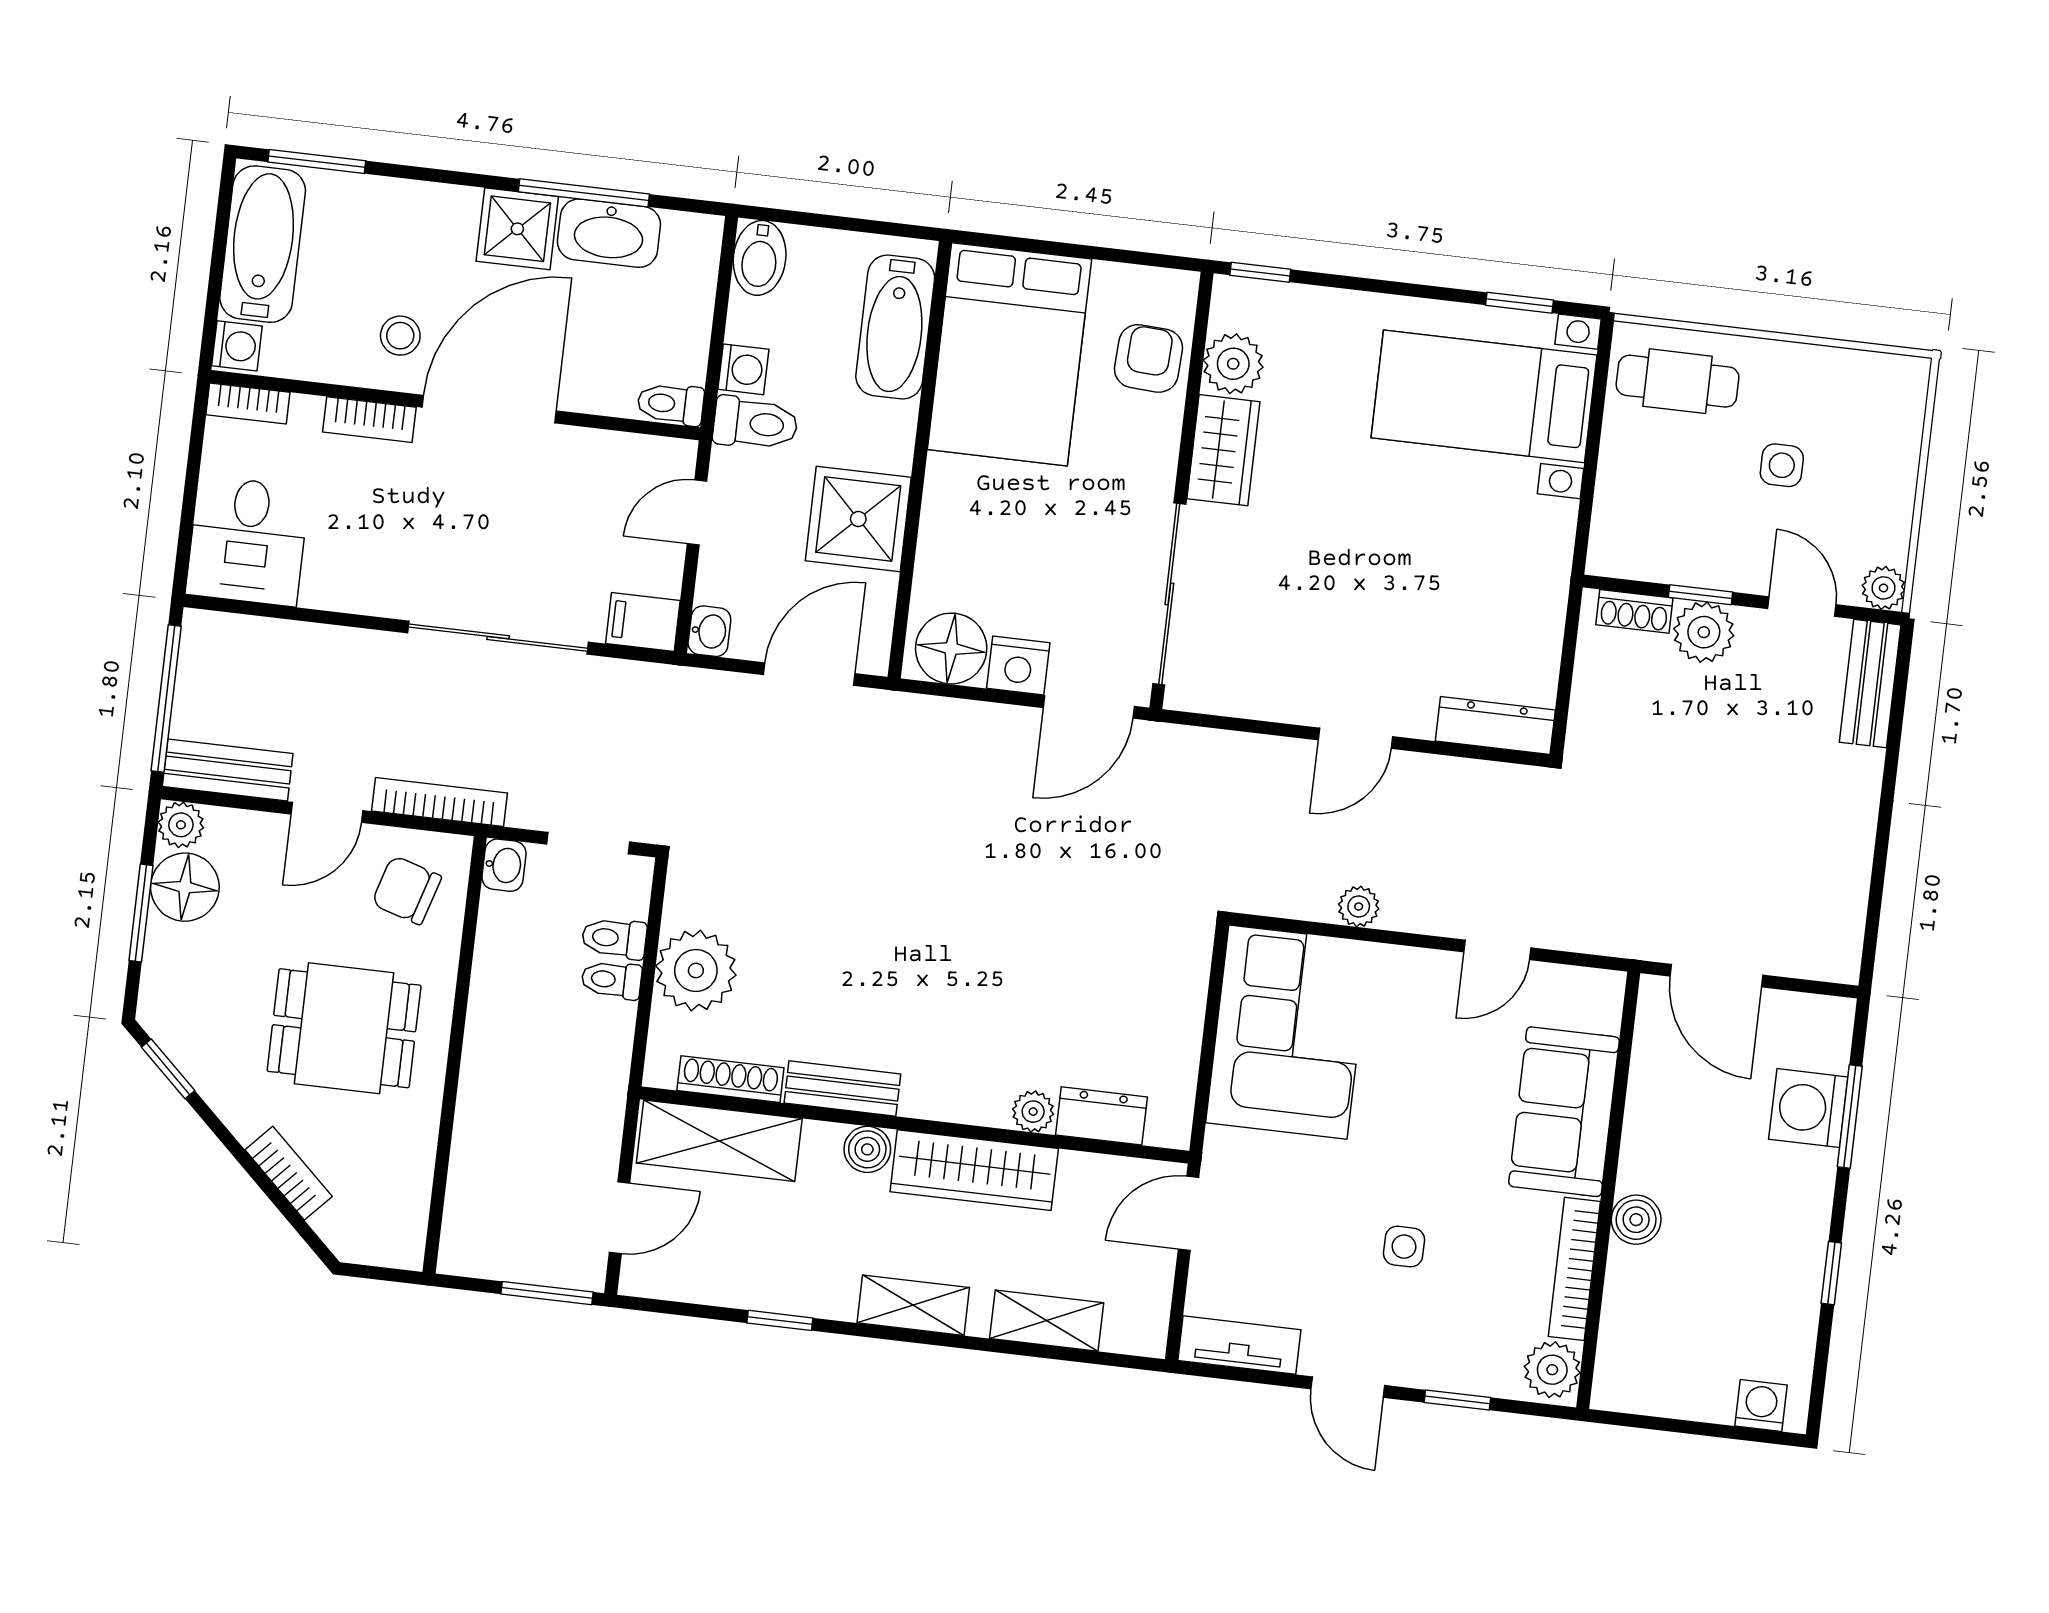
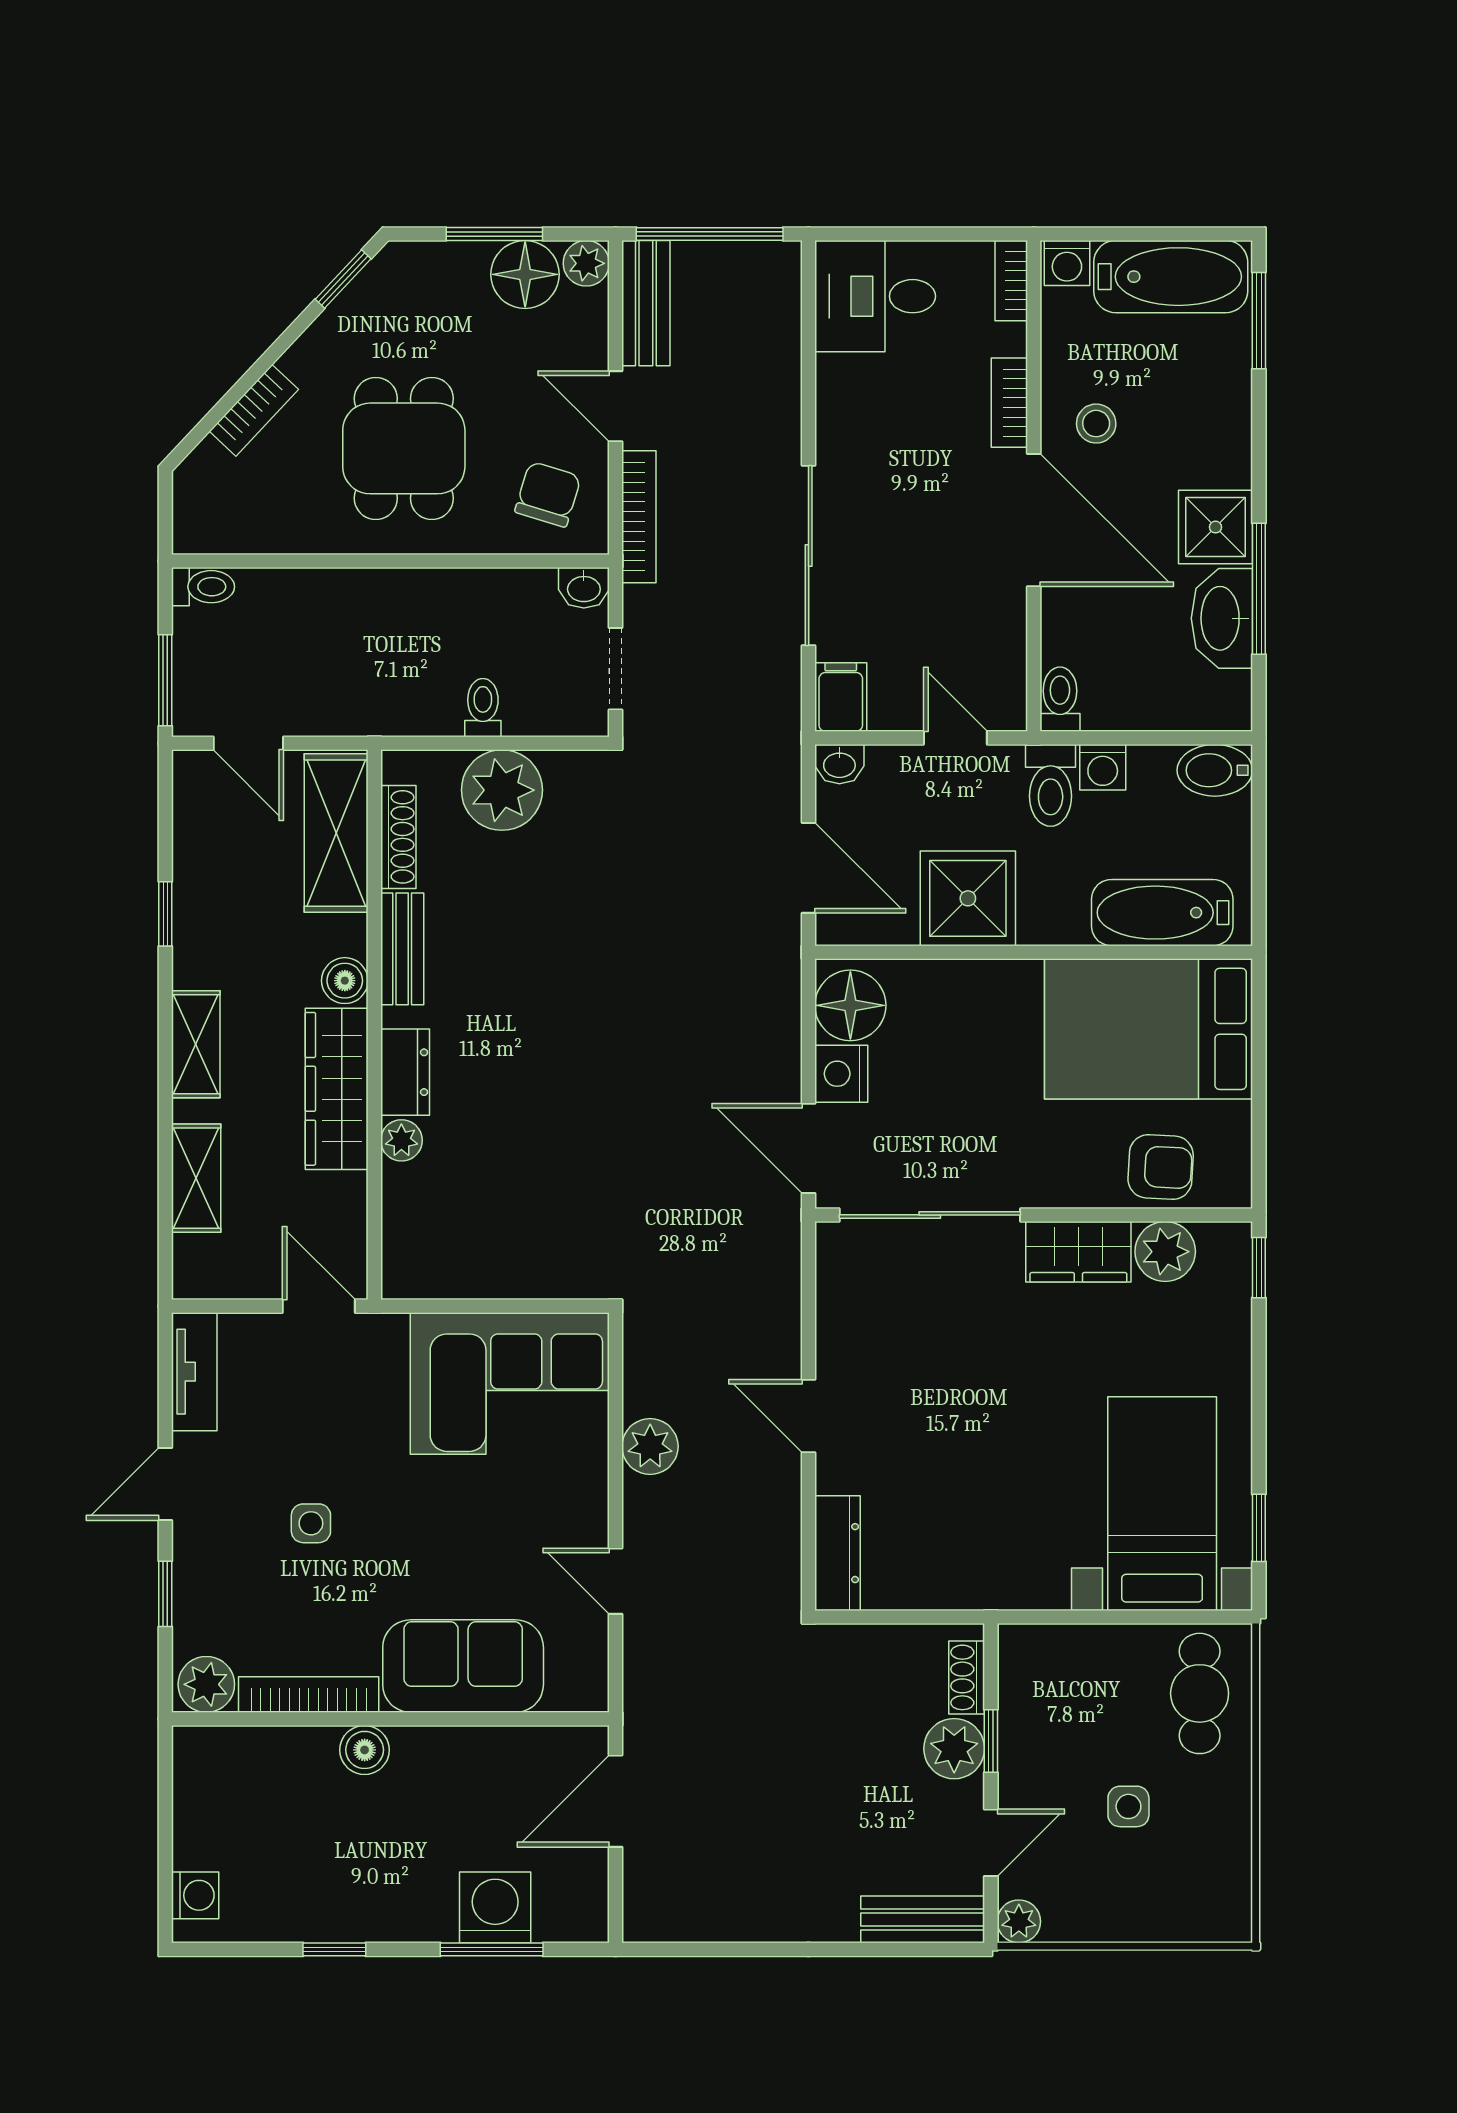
plant: (1359, 906) -> (650, 1446), width x1.38, depth x1.38
toilet: (614, 938) -> (203, 587), moved, turned 90
dresser: (1101, 1116) -> (405, 1072), moved

